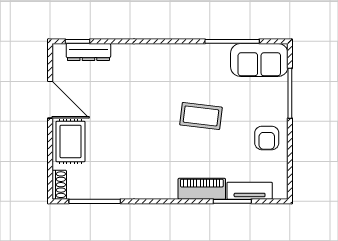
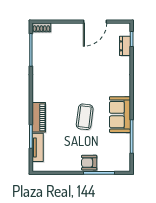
dresser: (88, 52) -> (125, 46), width x0.70
sofa: (259, 60) -> (120, 115), moved
armchair: (267, 138) -> (89, 163), moved
rug: (70, 141) -> (69, 35), removed

